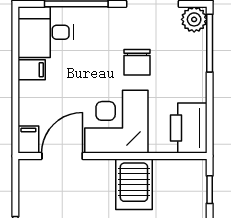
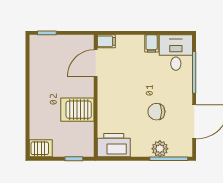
plant: (194, 19) -> (160, 149), moved
corner desk: (116, 122) -> (118, 98), removed
door: (62, 156) -> (96, 63), swing flipped

